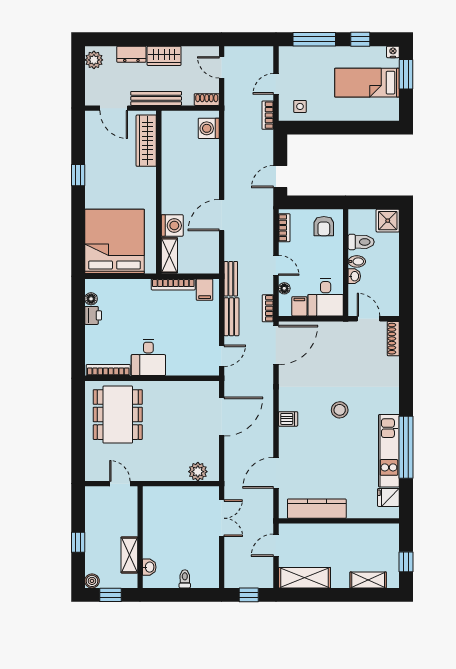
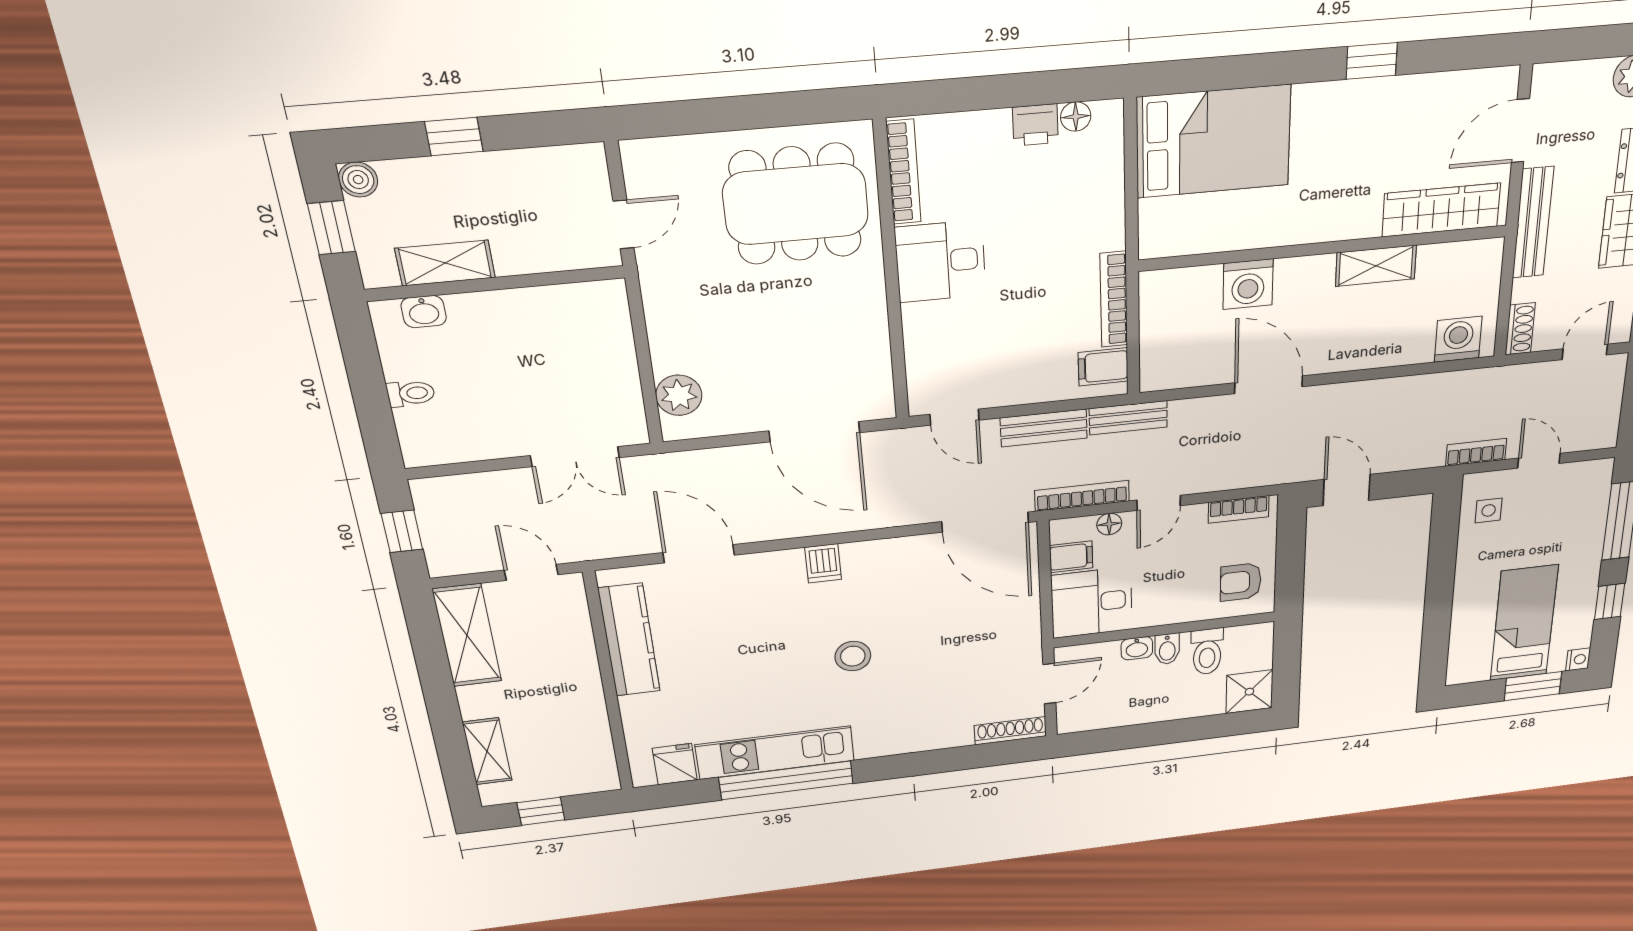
bed: (115, 241) -> (1213, 141), width x0.73
shelving: (169, 255) -> (1376, 266), moved
bookcase: (268, 308) -> (1082, 496), width x1.56

